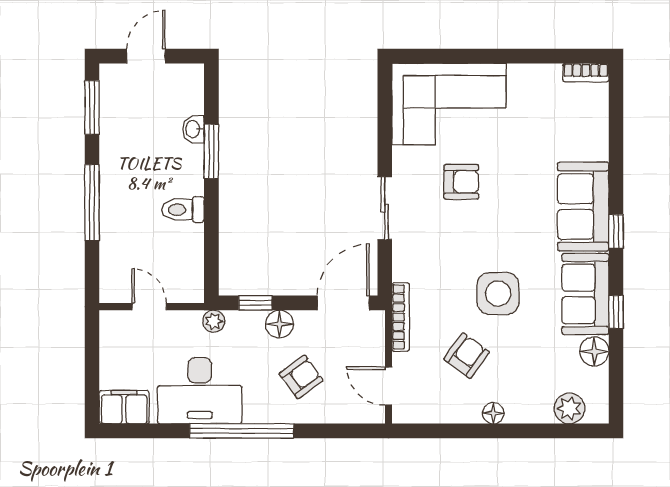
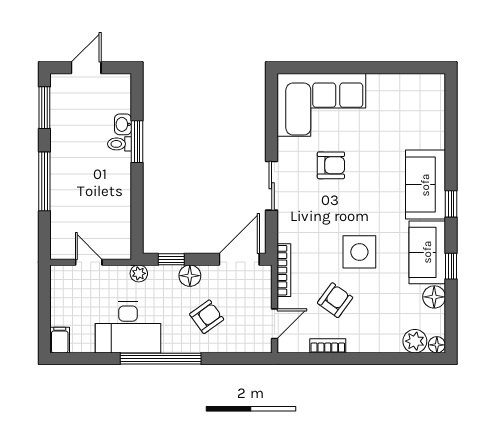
bookcase: (586, 73) -> (328, 346), moved, turned 180
toilet: (183, 210) -> (120, 144), moved, width x0.73, depth x0.72
door: (388, 386) -> (274, 324), swing flipped
filing cabinet: (124, 407) -> (60, 340), width x0.50
floor lamp: (493, 413) -> (437, 345), moved

